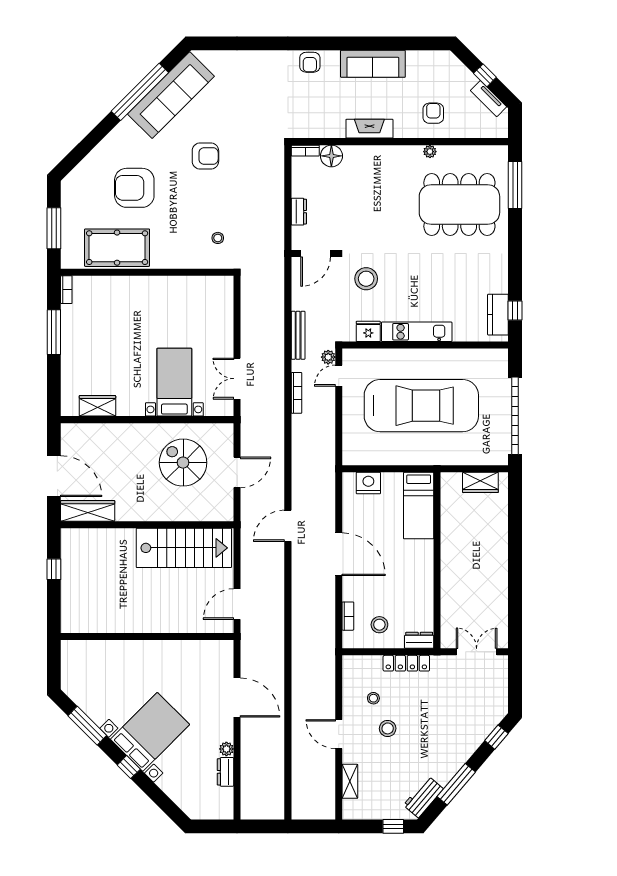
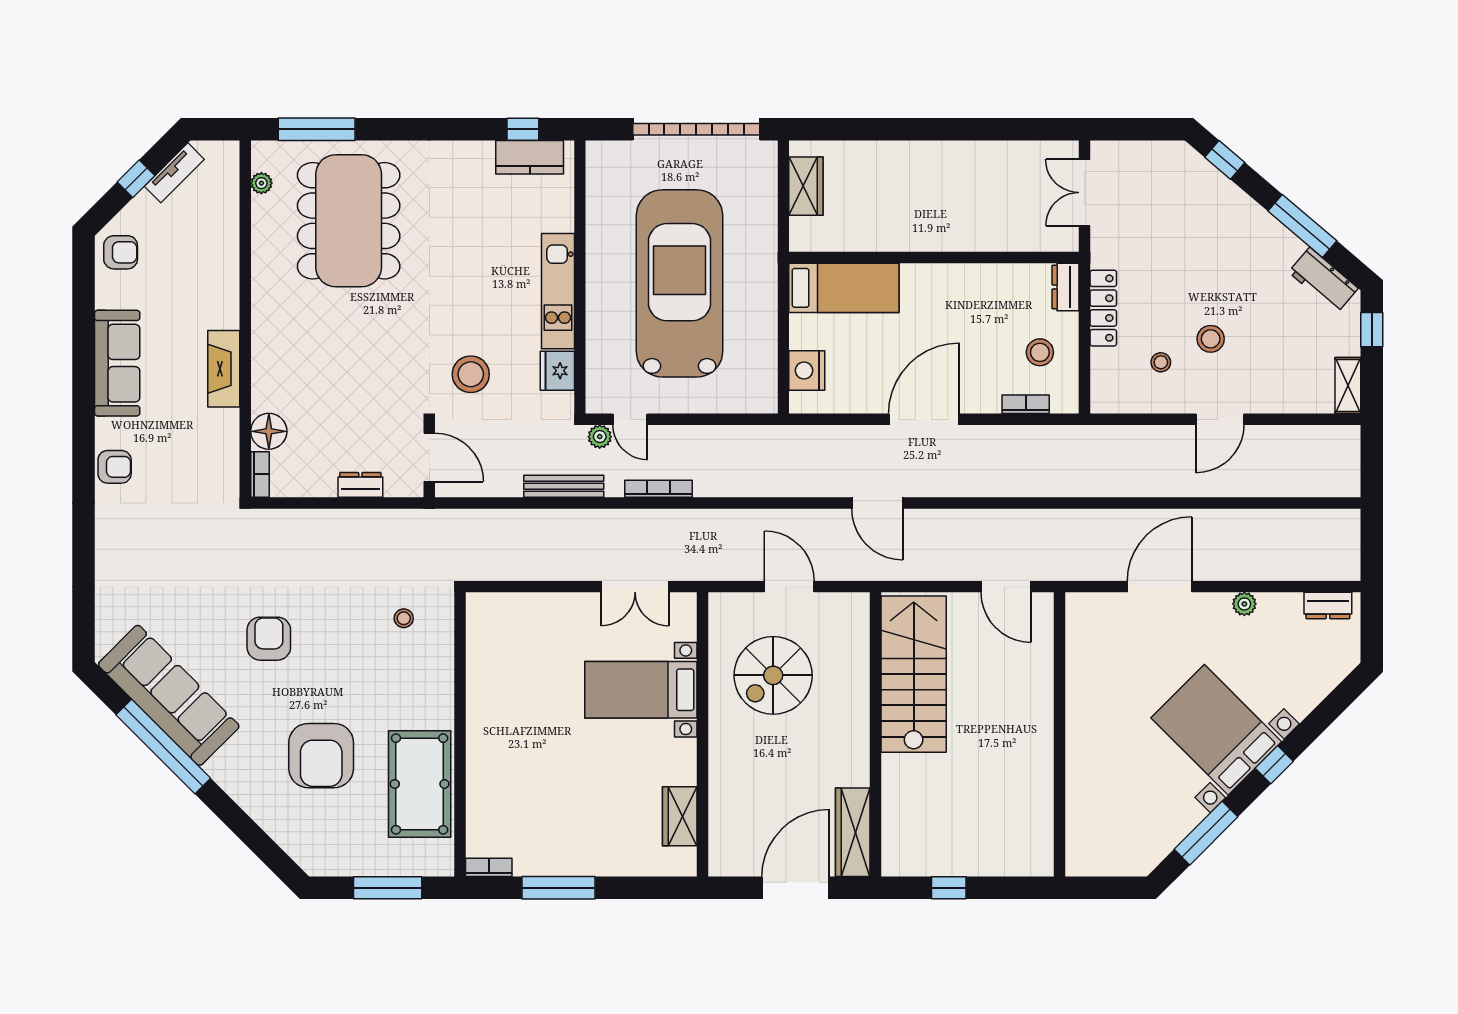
armchair: (433, 113) -> (121, 252), moved, turned 180
plant: (430, 152) -> (261, 183), moved
dresser: (226, 772) -> (1328, 606), moved
shelving: (350, 781) -> (1348, 385), moved, turned 90

